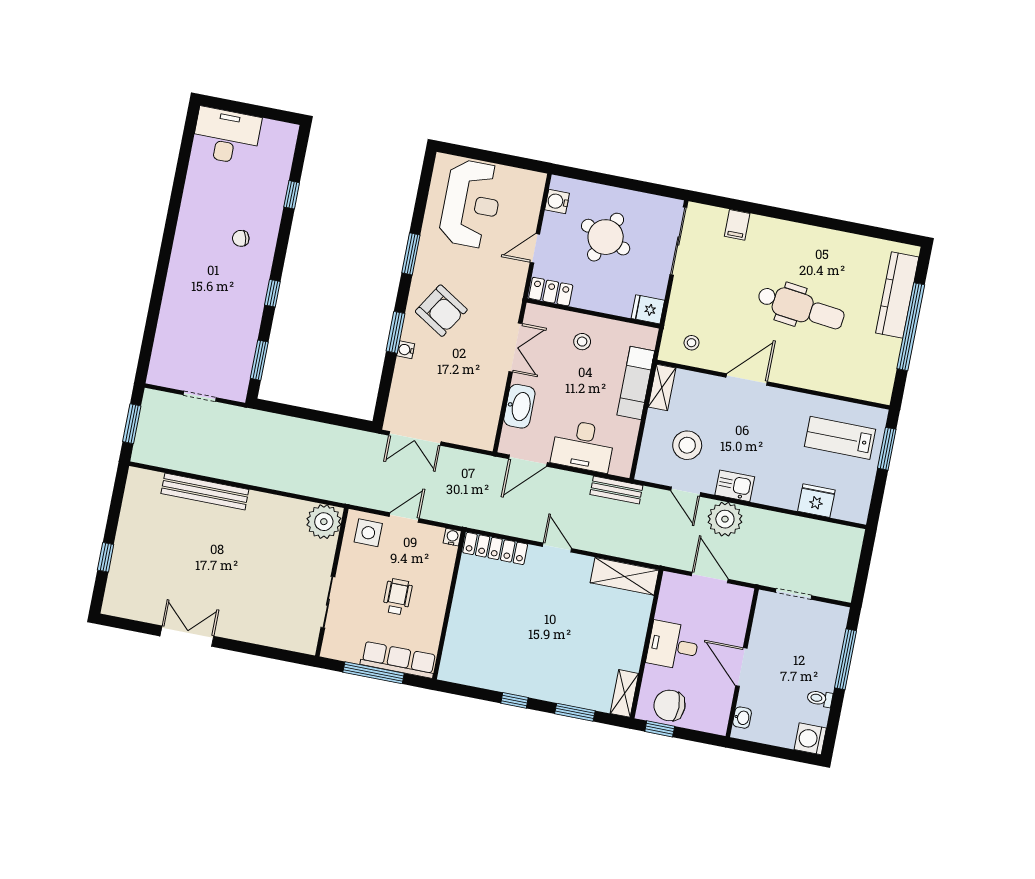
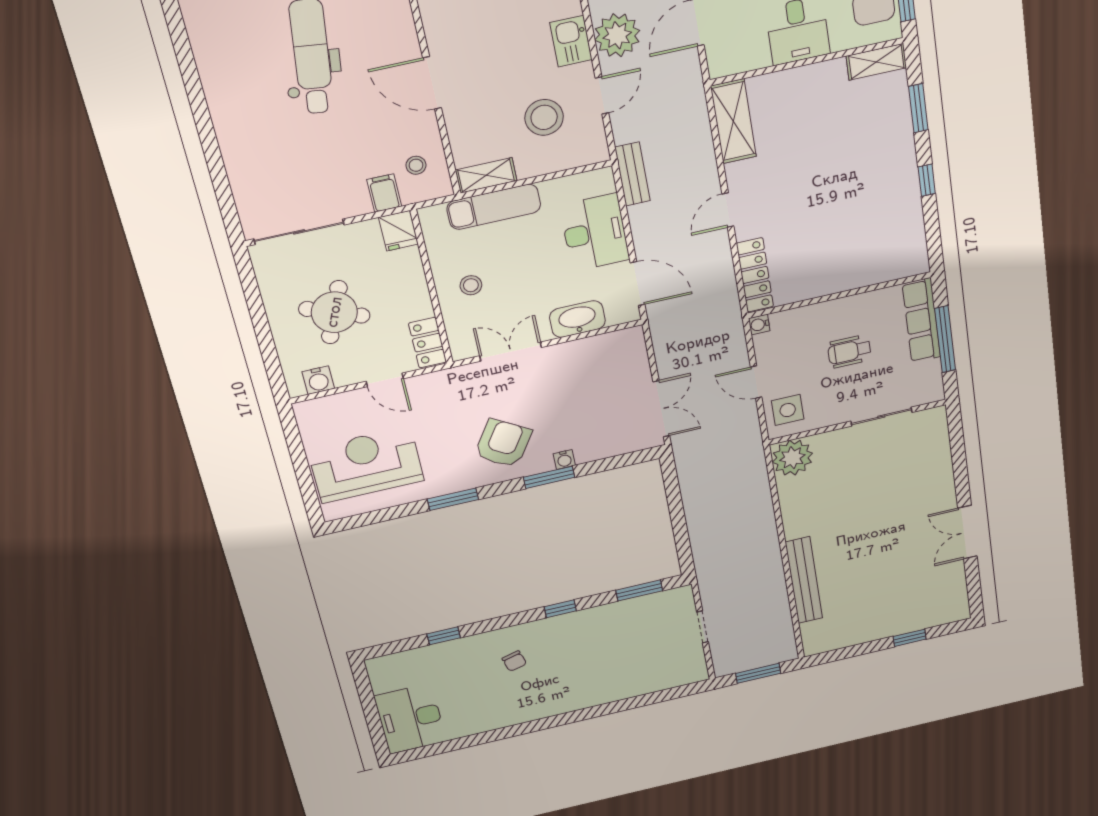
filing cabinet: (737, 225) -> (384, 193), moved, turned -90

